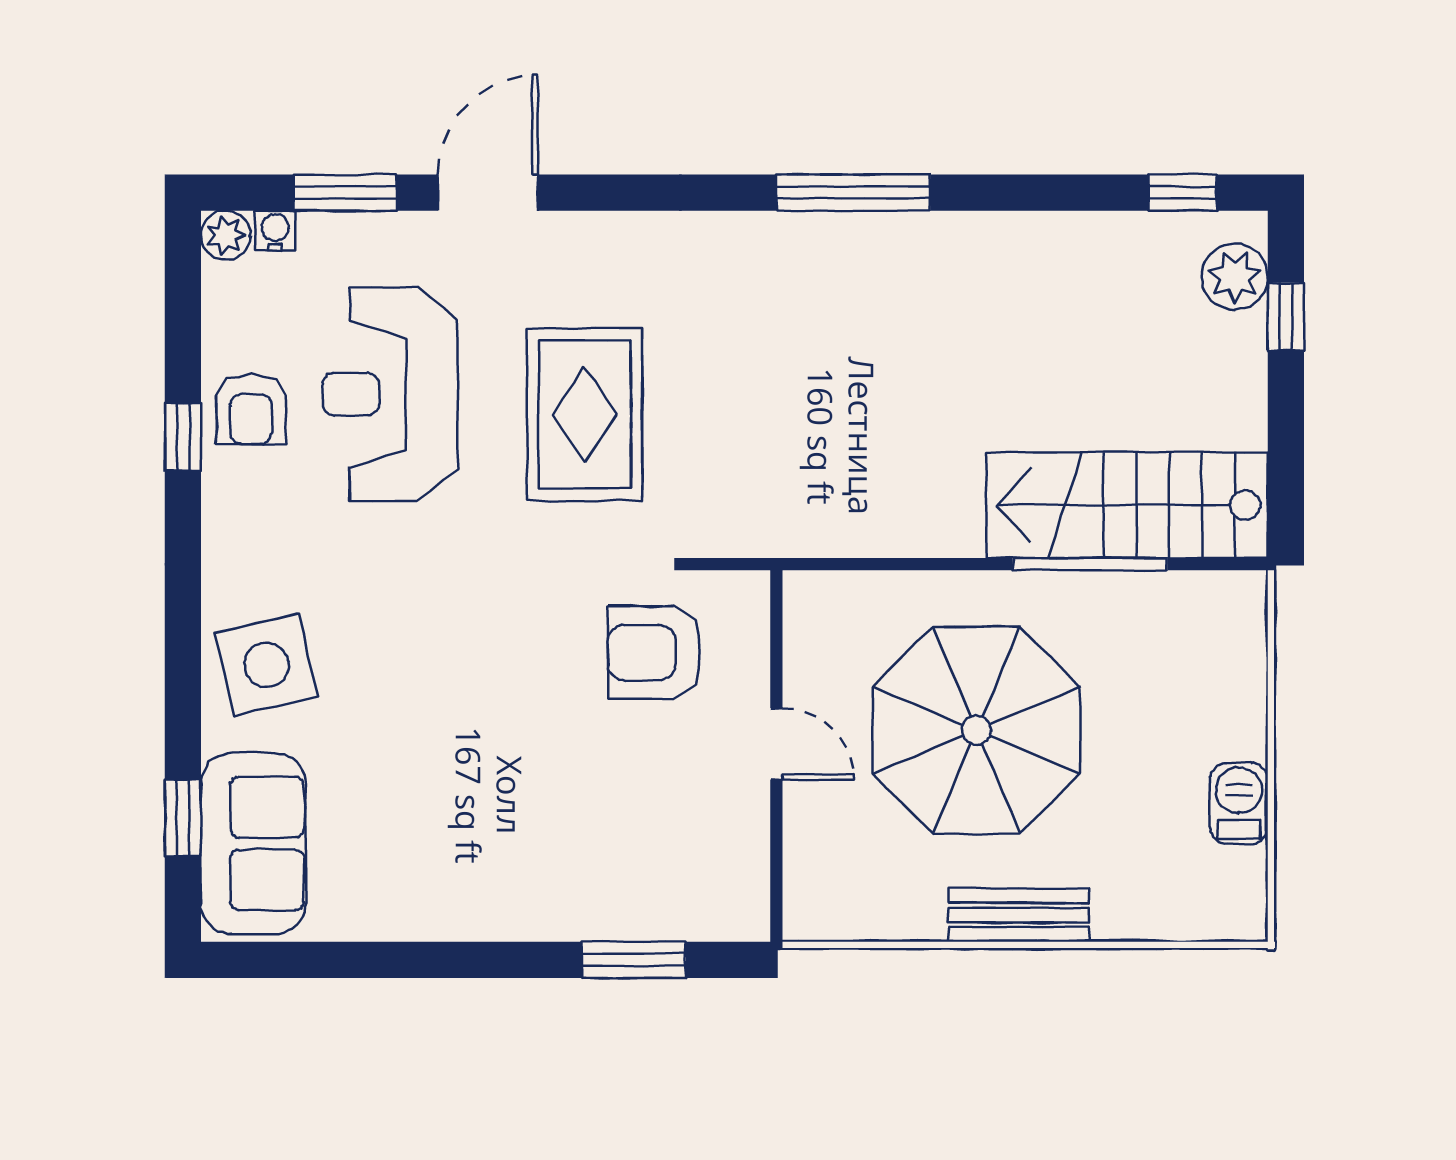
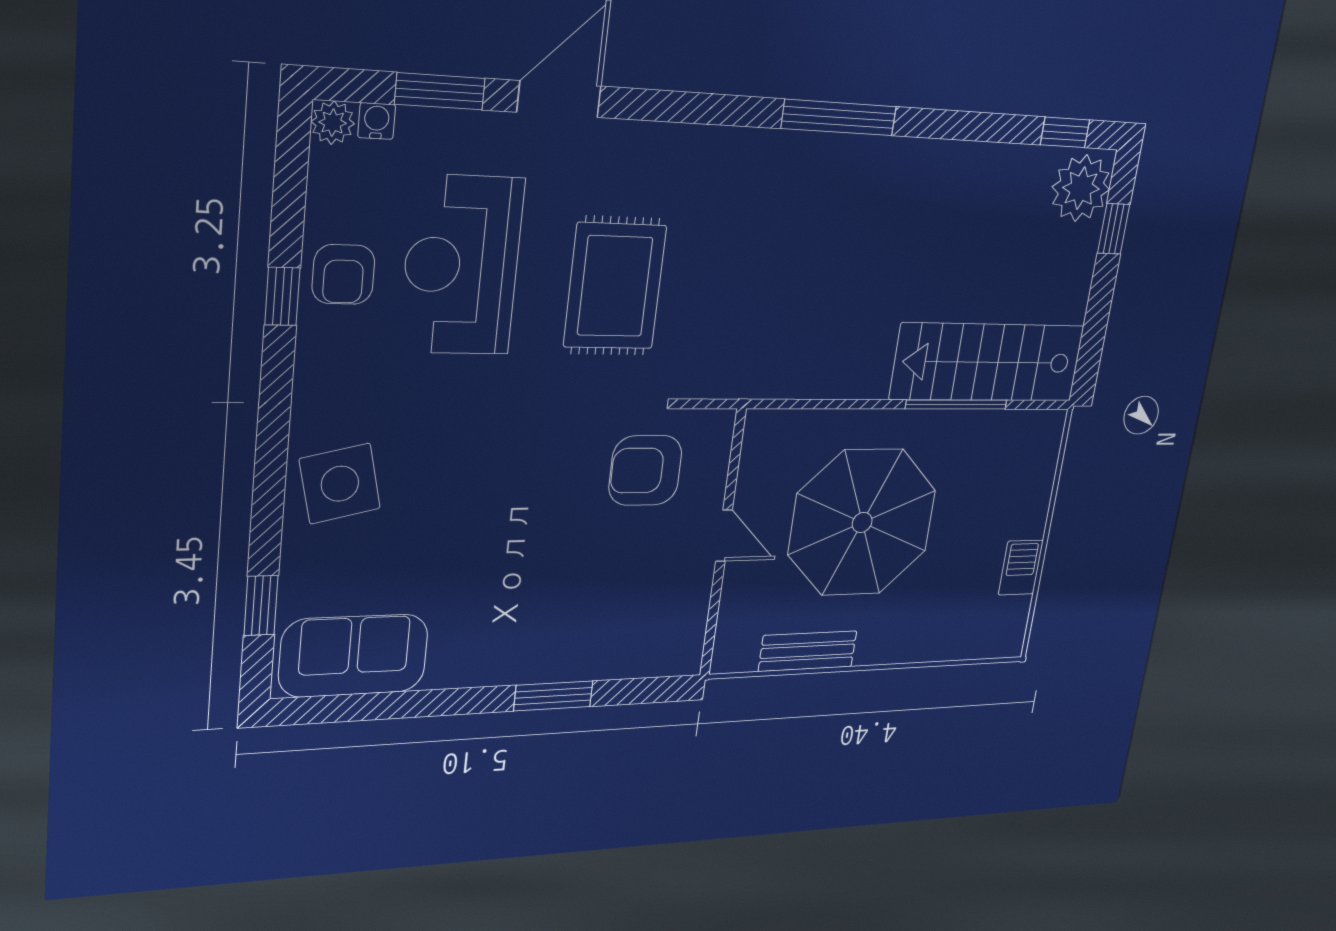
plant: (1235, 277) -> (1081, 188), width x1.36, depth x1.36
sofa: (253, 844) -> (354, 656), moved, turned -90
bench: (1019, 915) -> (808, 651), moved
window: (634, 960) -> (553, 696), moved

